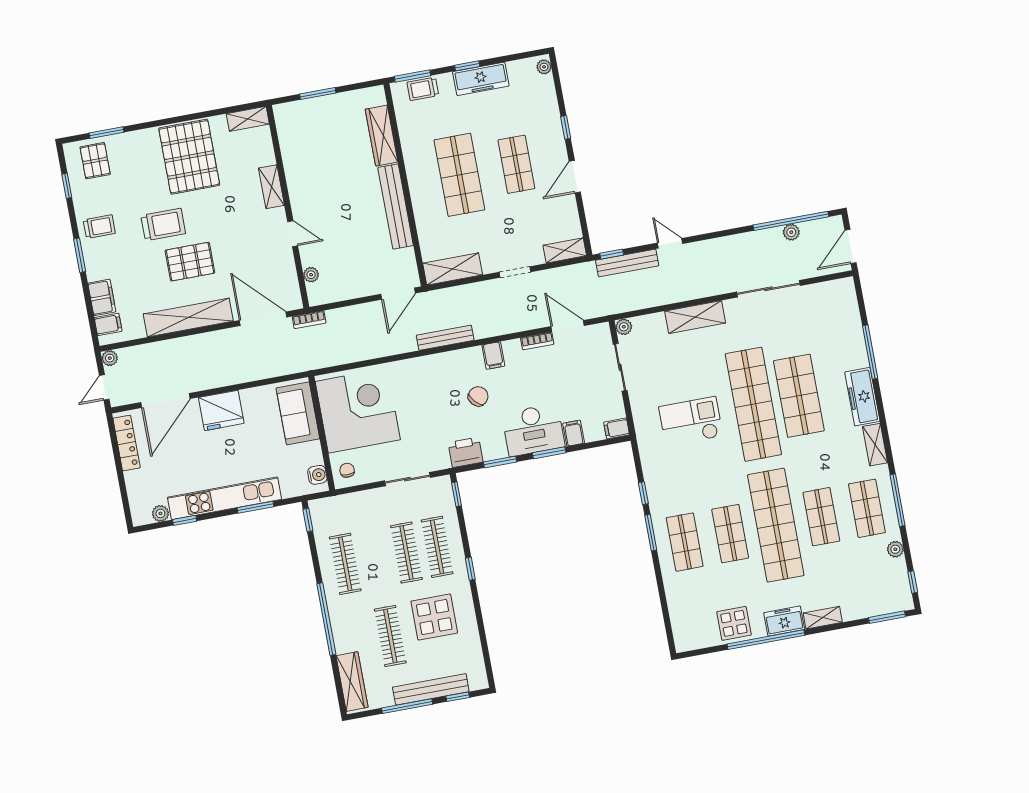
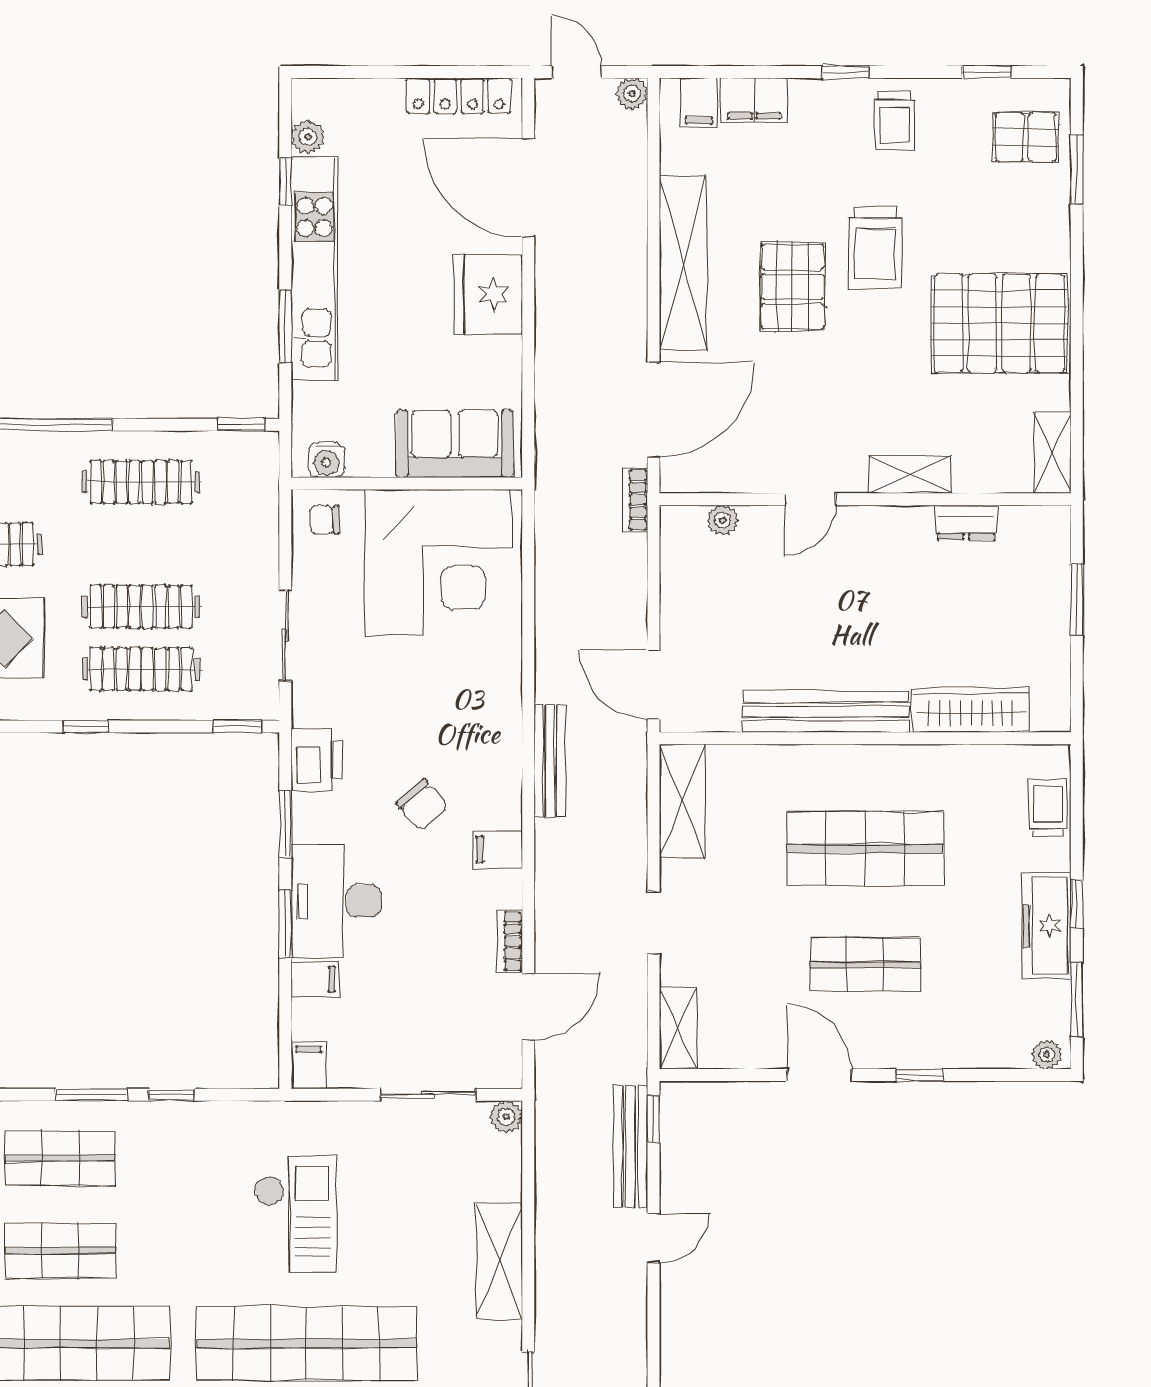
window: (413, 76) -> (1077, 999), moved
dresser: (290, 155) -> (966, 522), added
window: (80, 255) -> (845, 72), width x0.67
chair: (347, 470) -> (325, 520), turned 180

